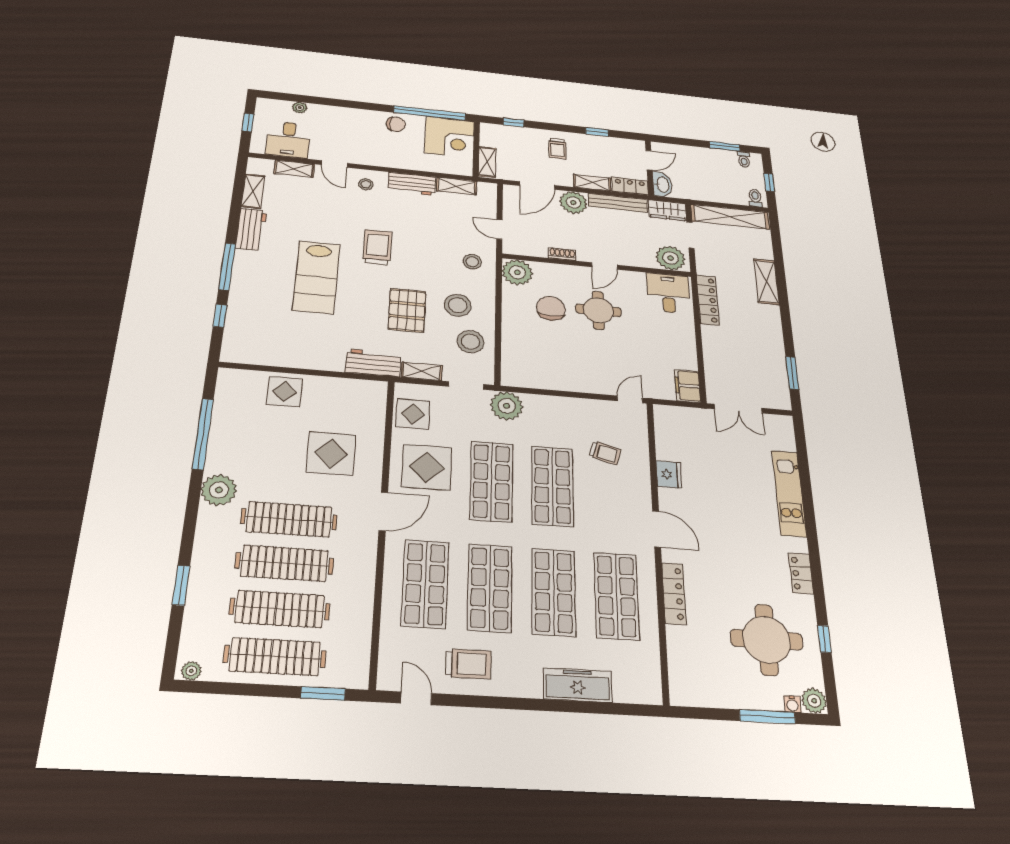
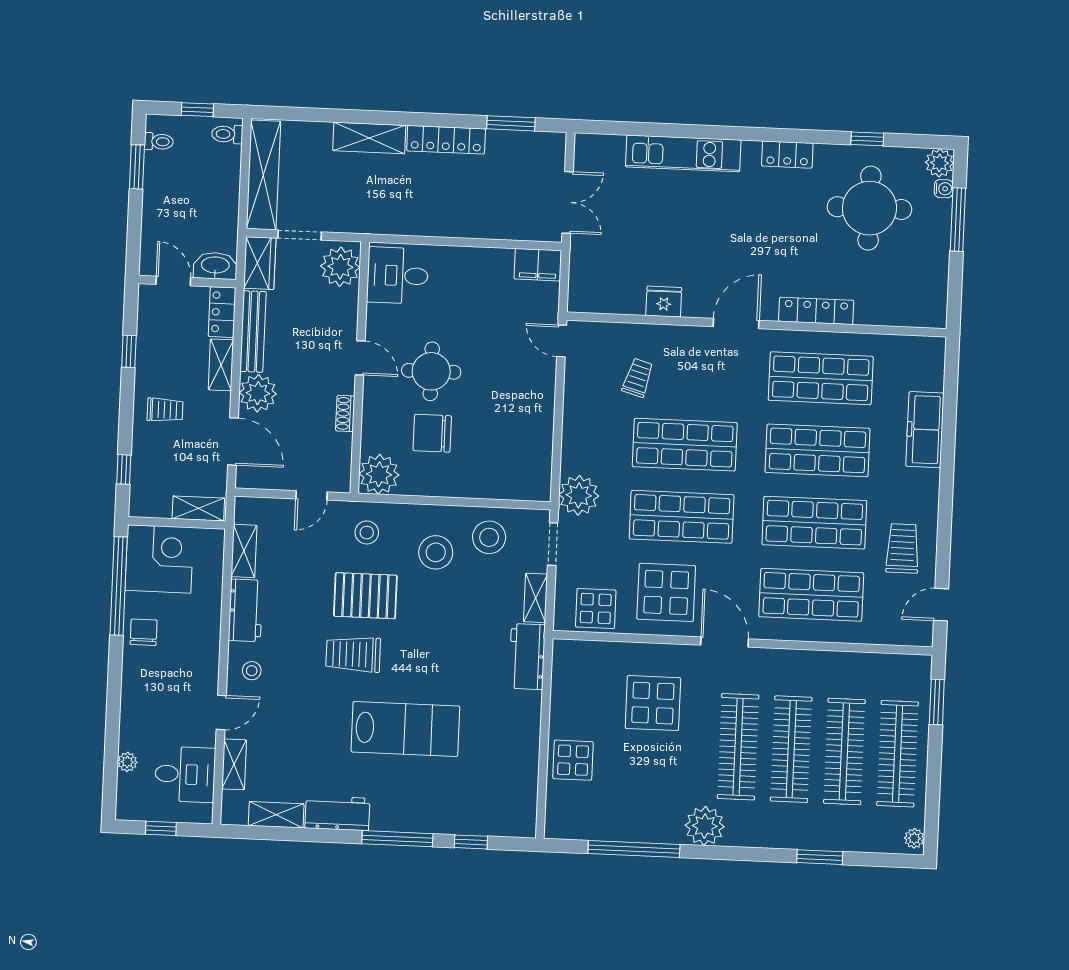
locker: (708, 300) -> (446, 140), moved, turned 180
pallet: (407, 310) -> (365, 596), moved

